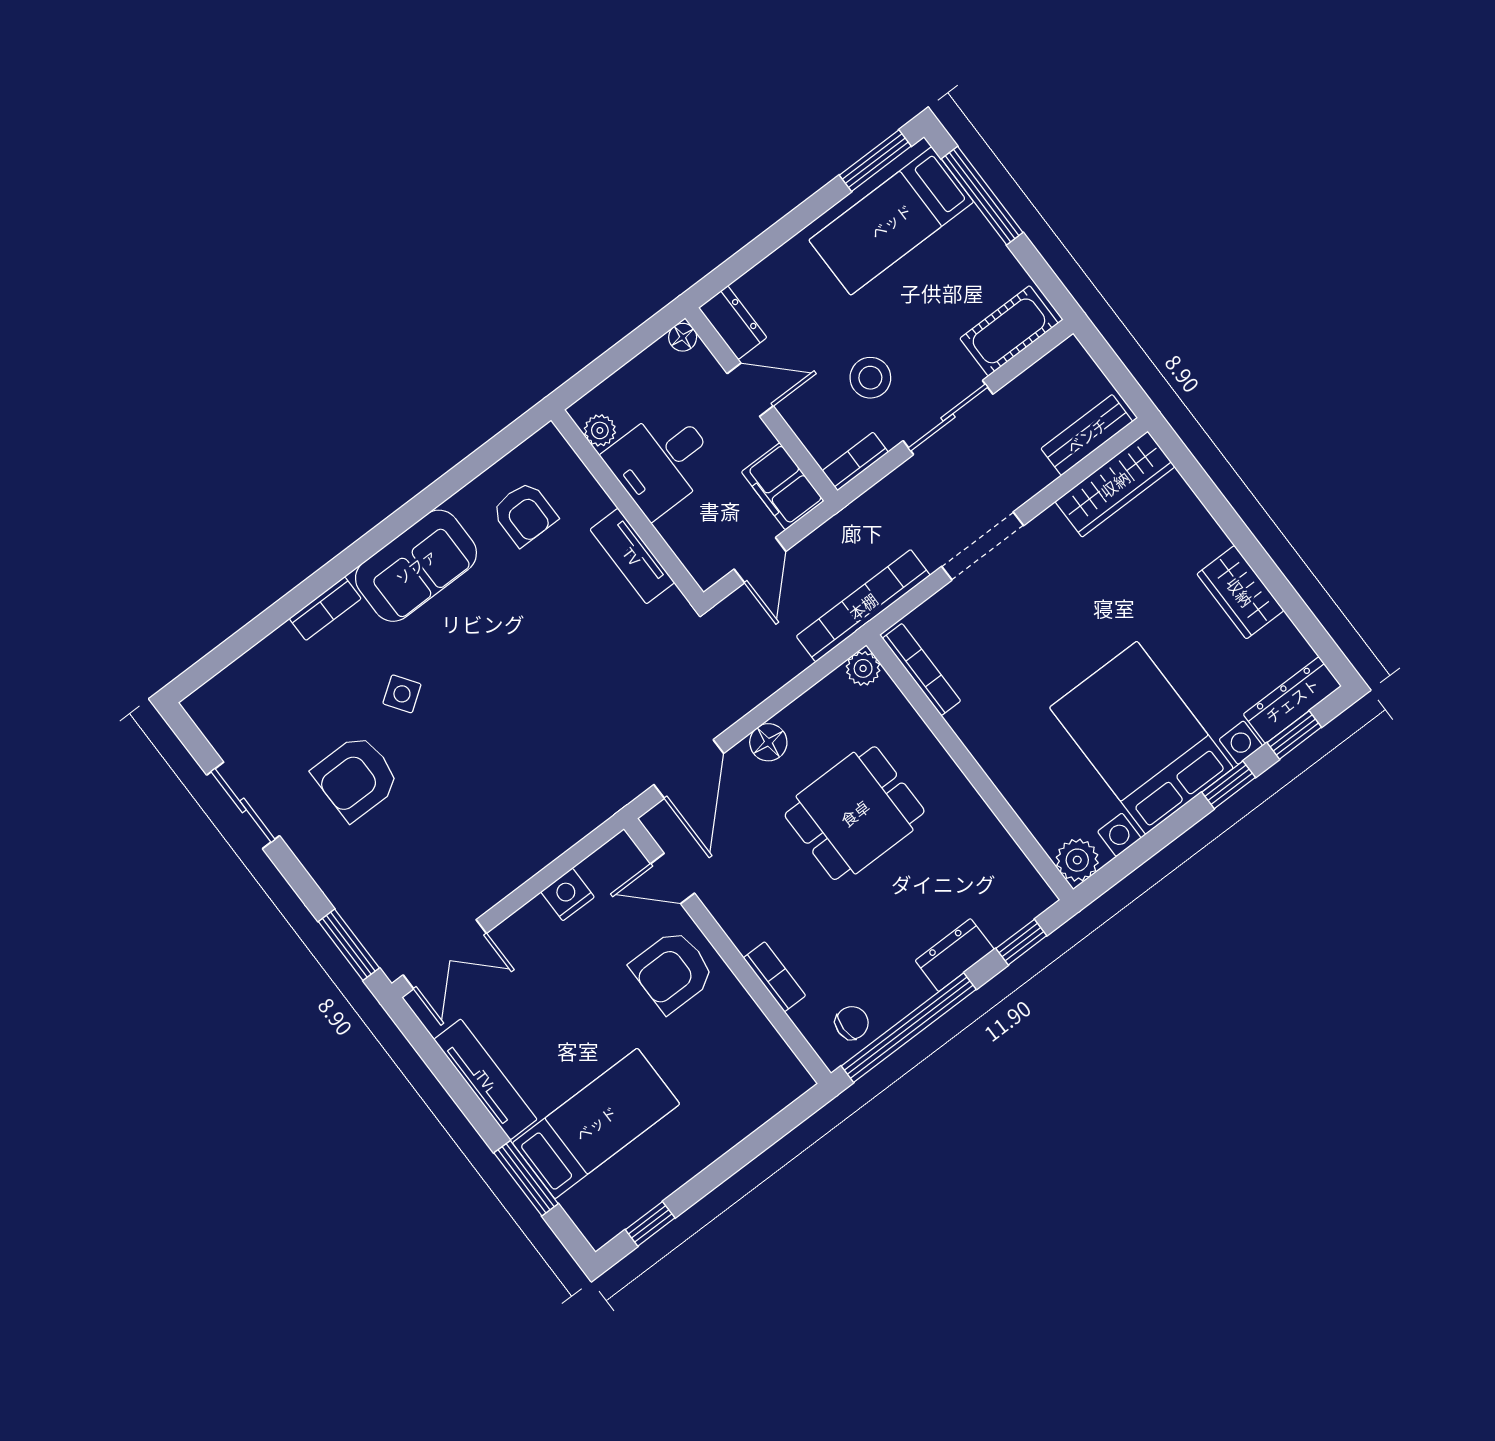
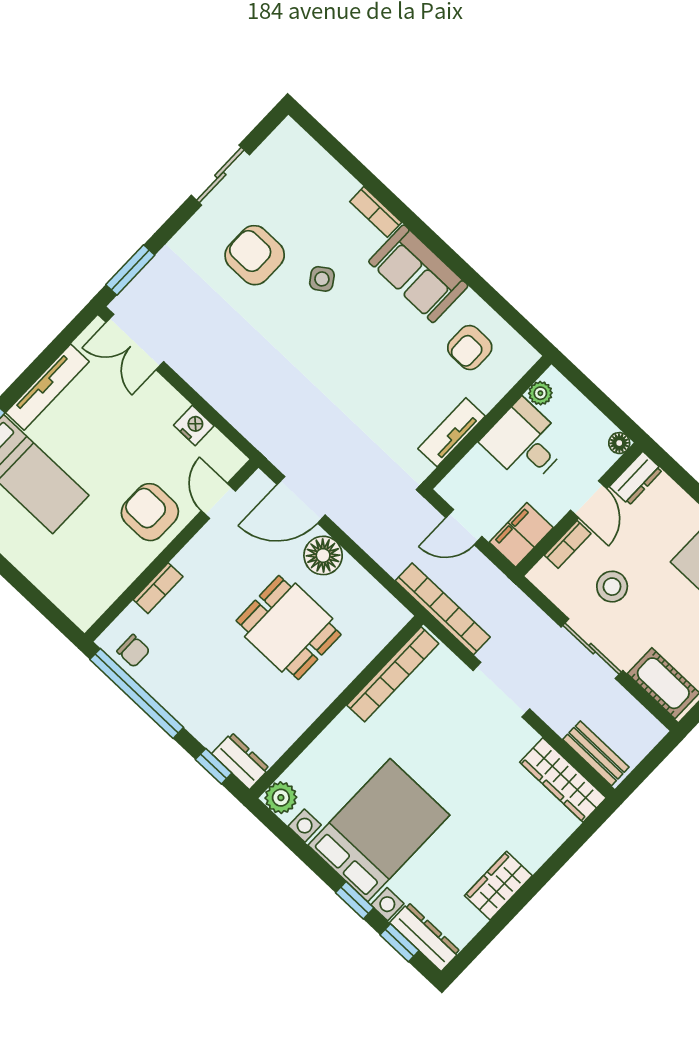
bookcase: (855, 461) -> (568, 544), moved, turned 90
plant: (863, 668) -> (396, 616), removed
bookcase: (922, 670) -> (393, 674), width x1.48, depth x1.31
floor lamp: (768, 742) -> (323, 555), width x1.38, depth x1.38
dresser: (955, 955) -> (241, 761), moved

